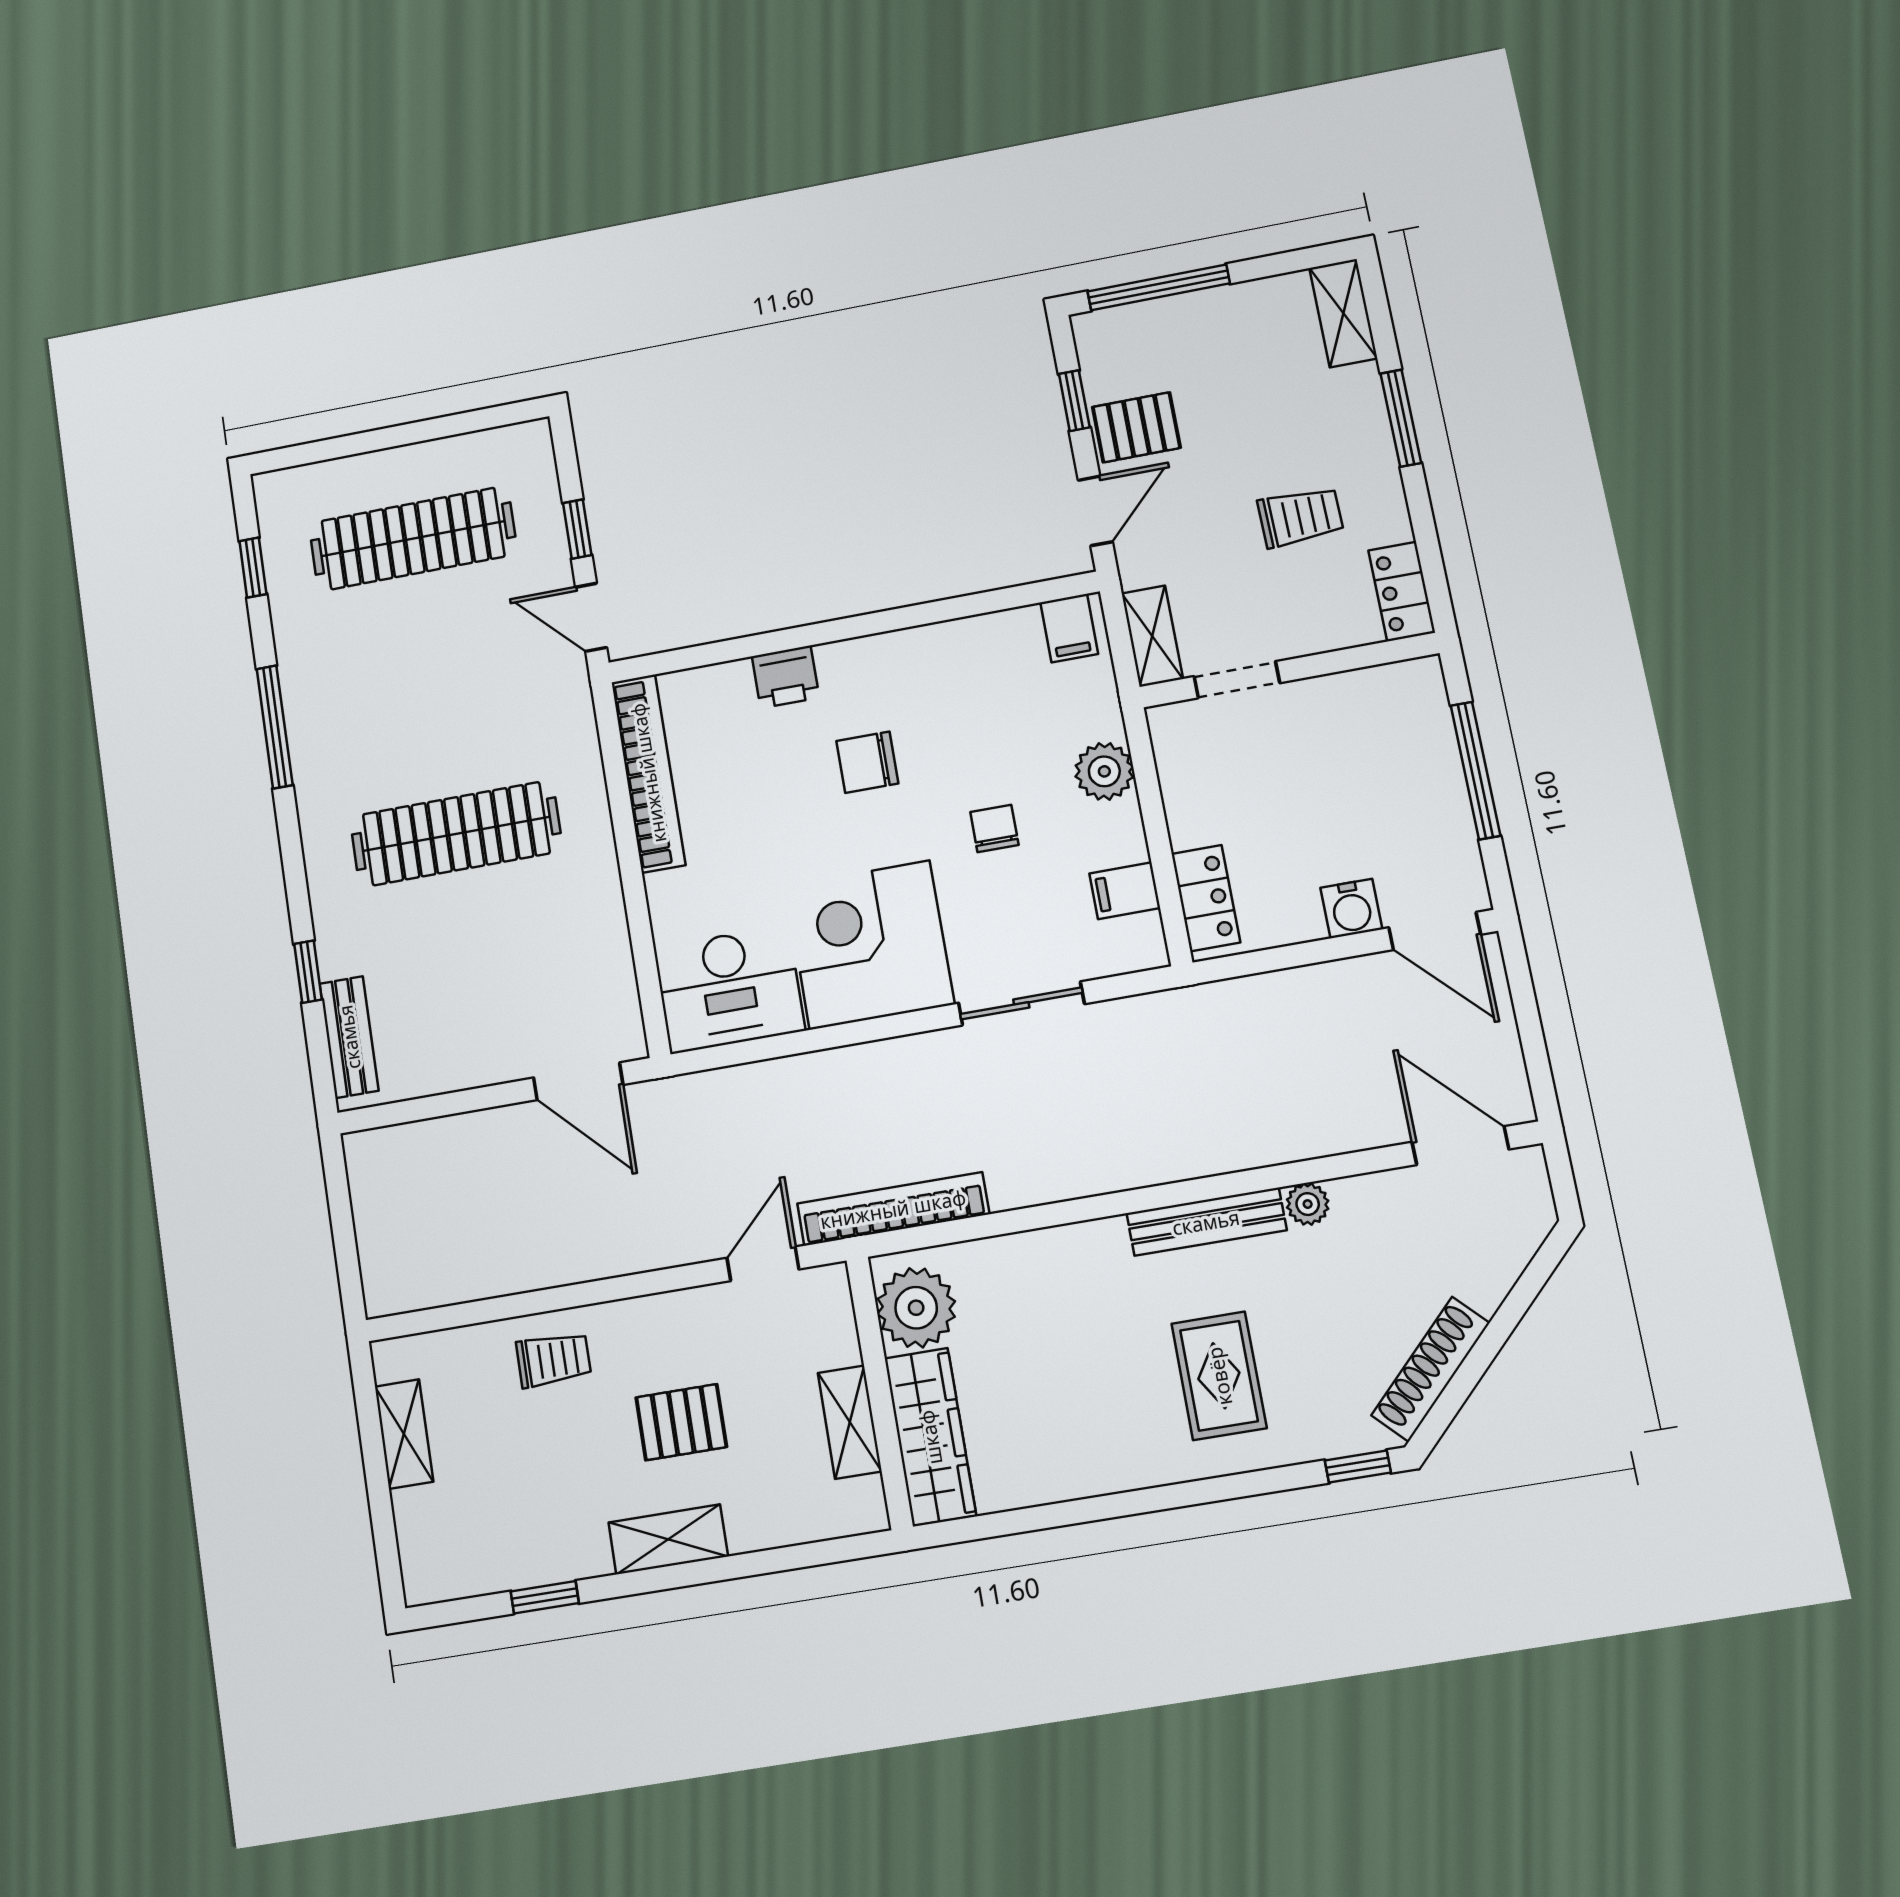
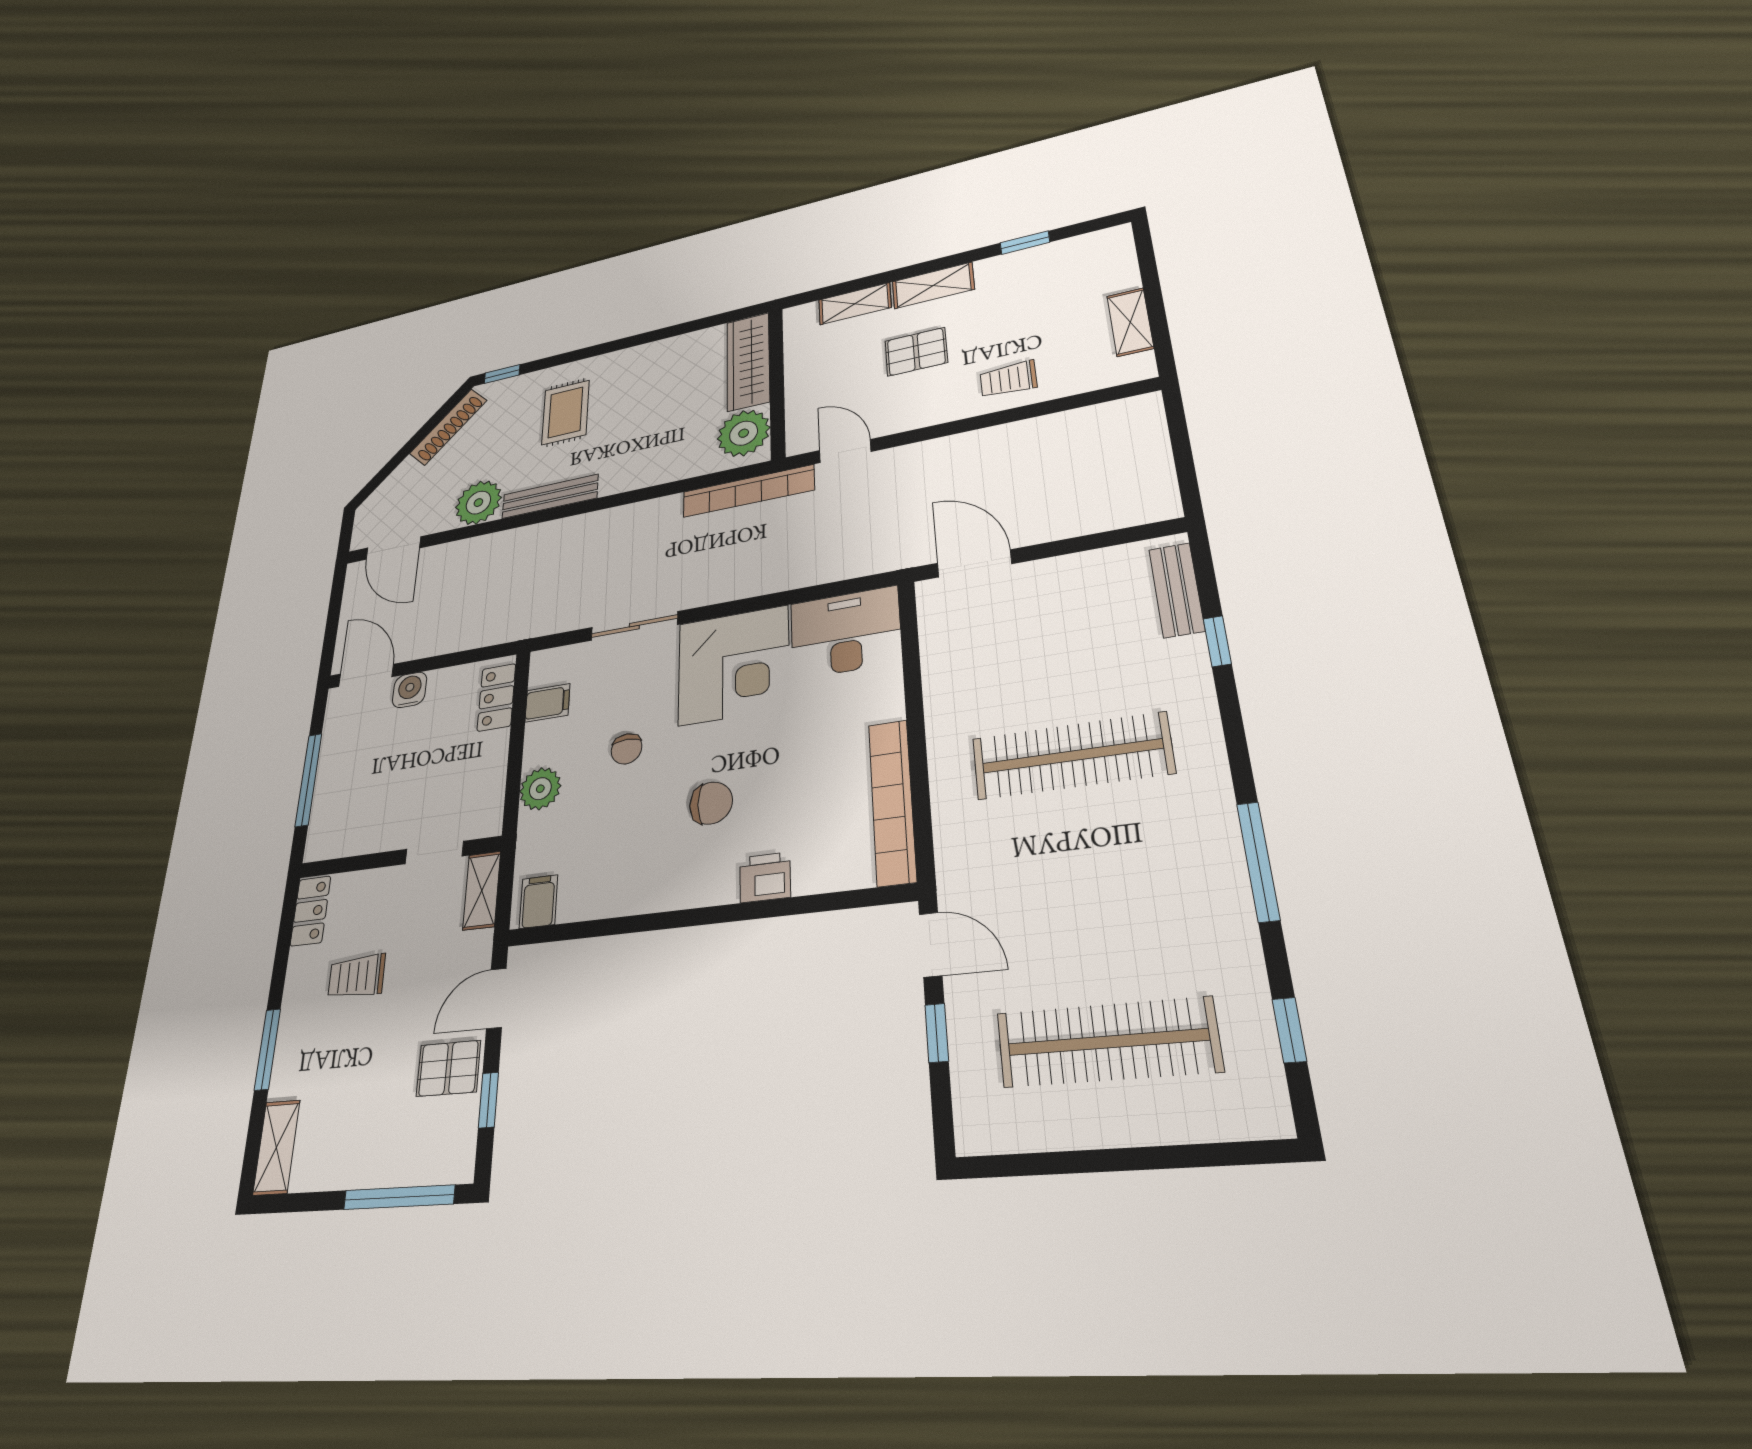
plant: (1308, 1204) -> (478, 503), width x1.87, depth x1.87
door: (763, 1264) -> (845, 451), swing flipped
shelving: (850, 1422) -> (855, 304), moved, turned 90

